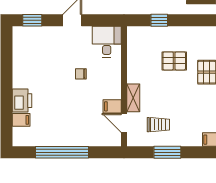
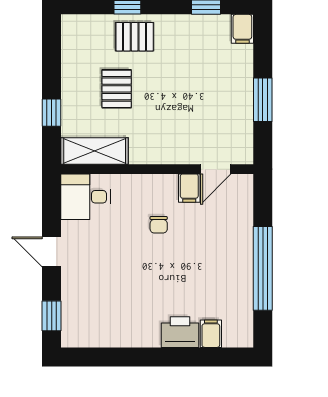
chair: (81, 74) -> (159, 225), moved
shelving: (133, 98) -> (95, 151), moved, width x1.50, depth x1.33
trolley: (158, 125) -> (218, 114), removed

